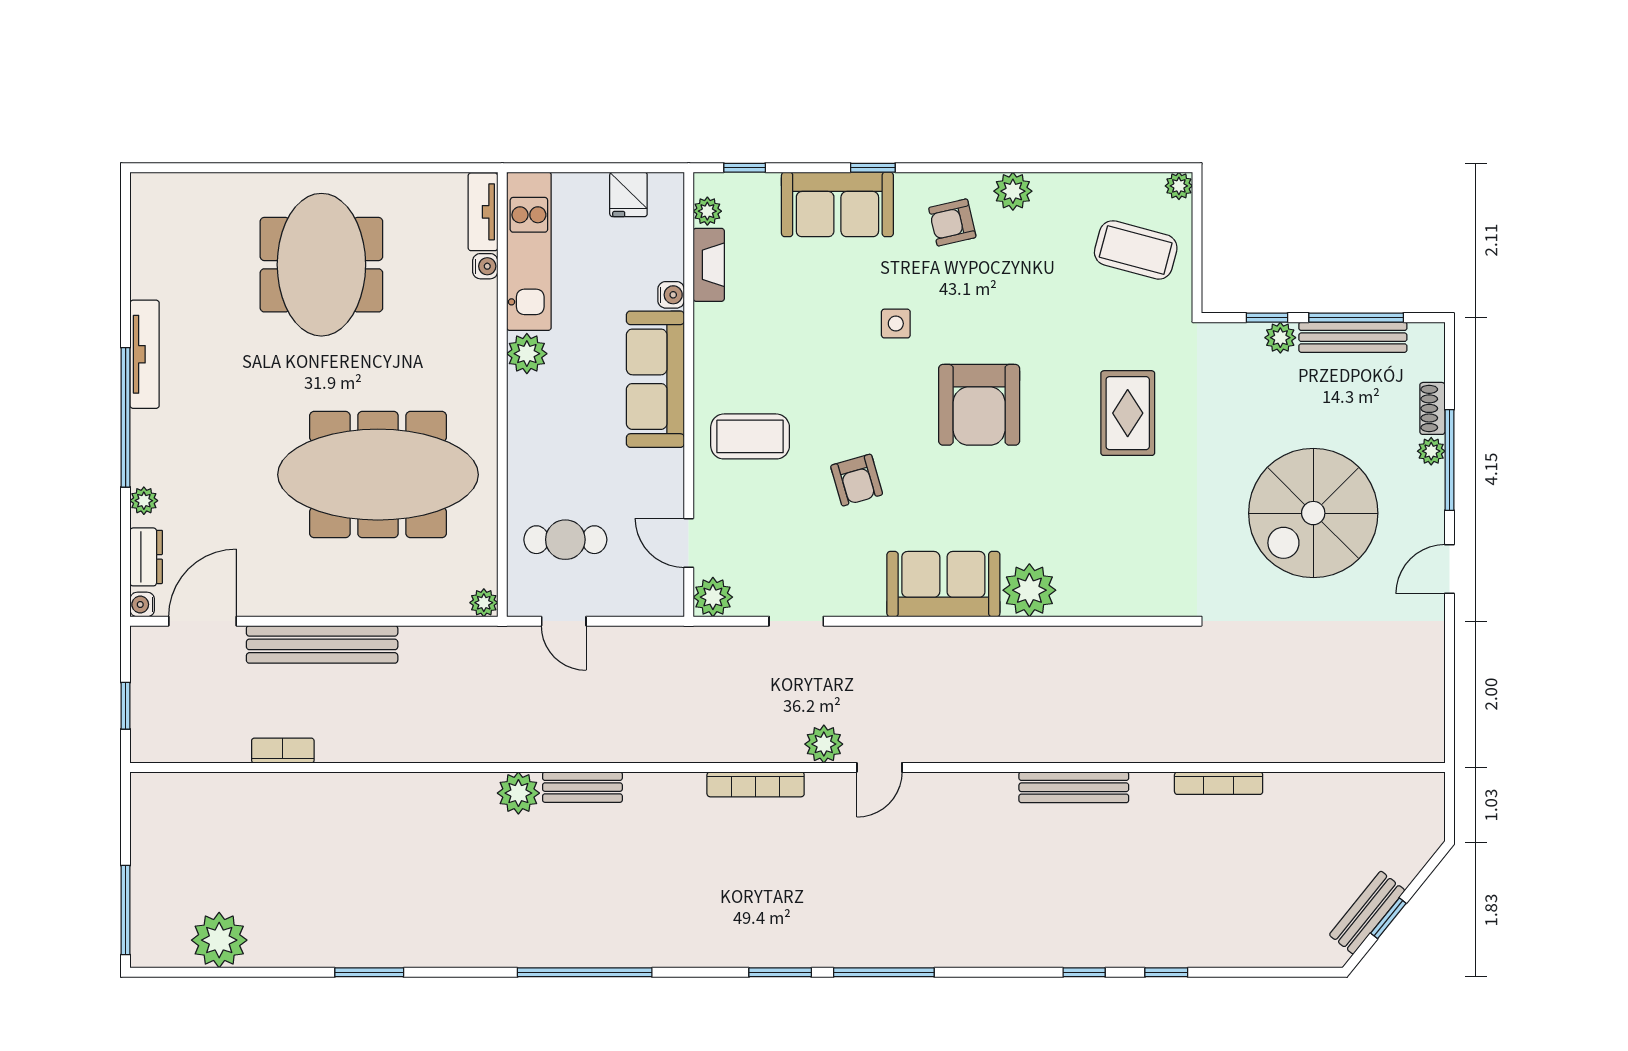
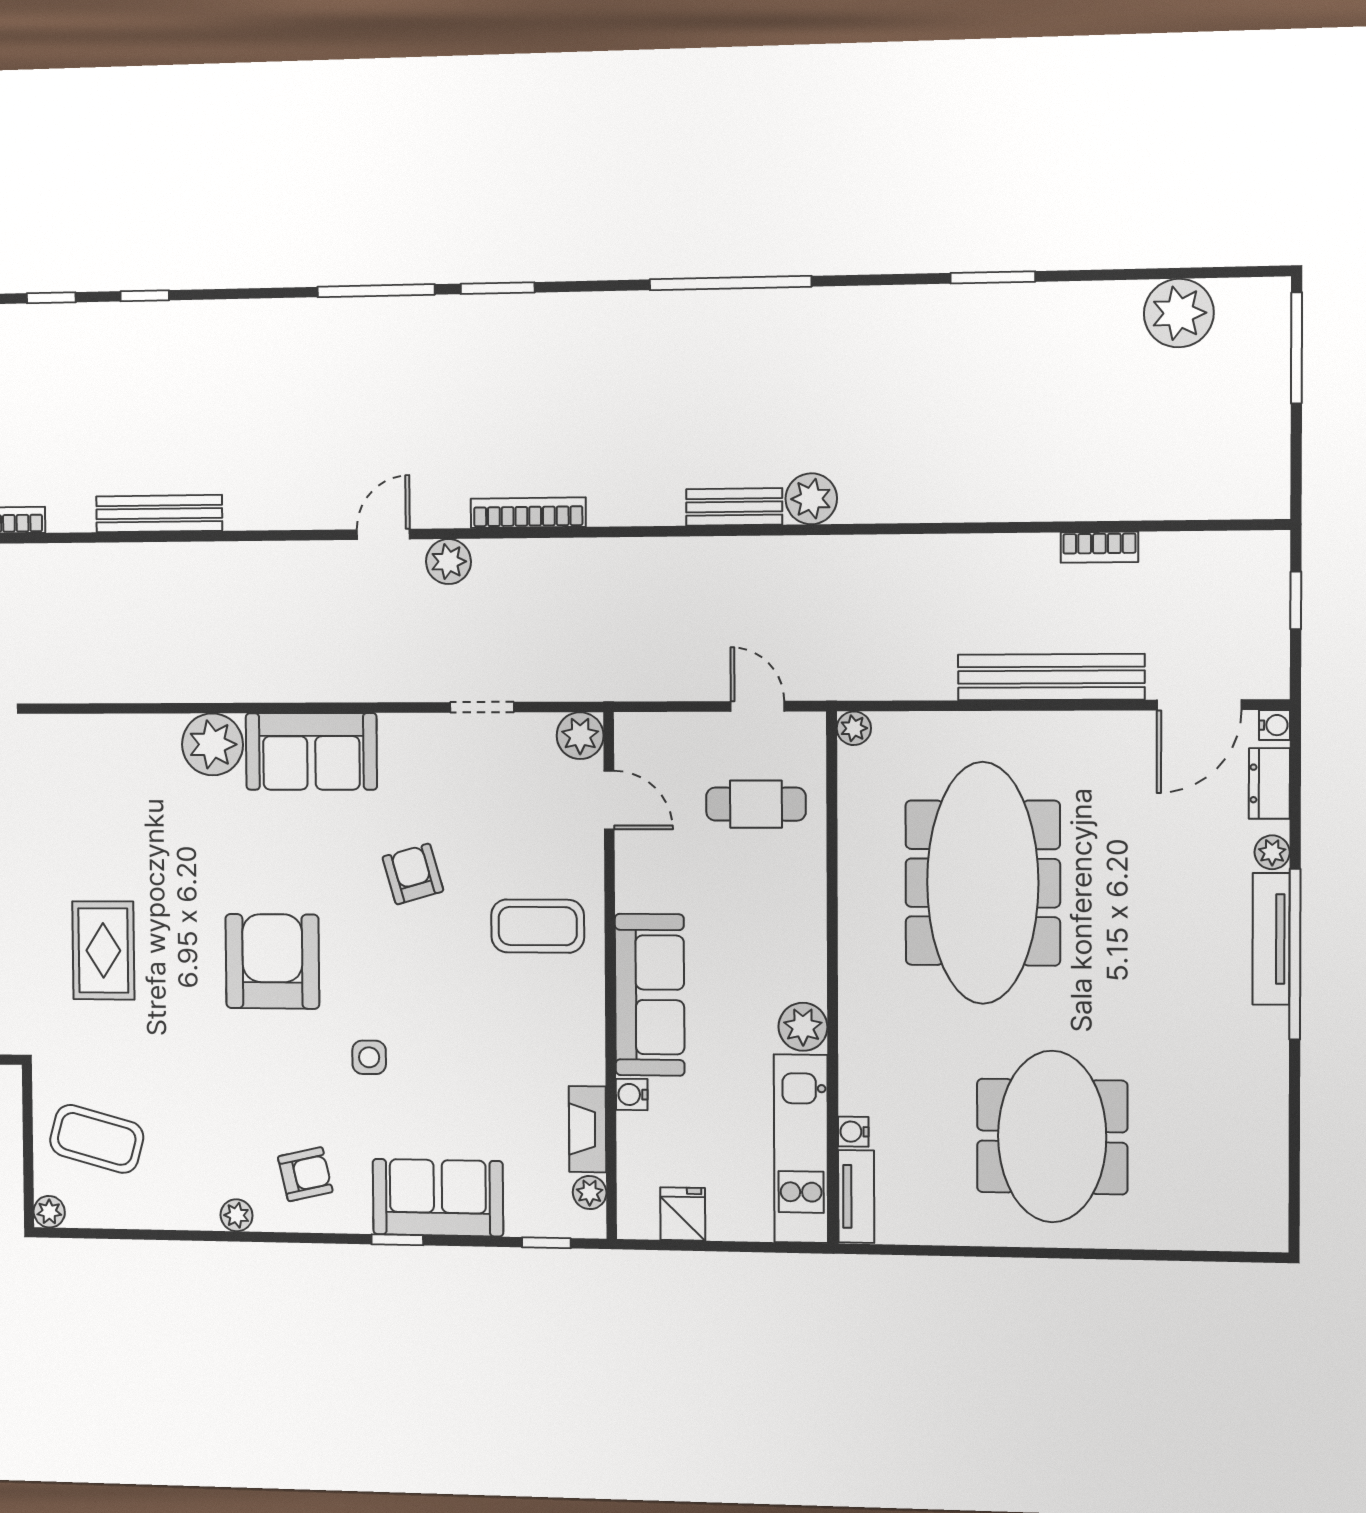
plant: (1013, 191) -> (237, 1215), width x0.73, depth x0.73
tv unit: (145, 354) -> (1271, 939), moved
meeting table: (378, 475) -> (983, 883), turned 90

